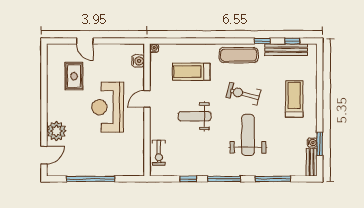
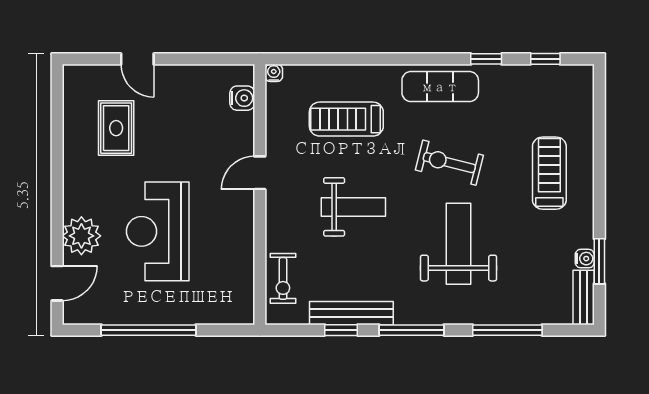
bench: (286, 50) -> (351, 313), moved
reception desk: (108, 107) -> (158, 231), moved
weight bench: (195, 116) -> (353, 207), turned 180

